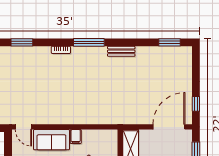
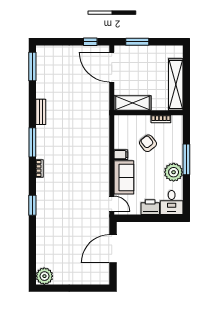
window: (170, 42) -> (32, 67), width x1.44
door: (23, 127) -> (112, 204), hinge flipped

